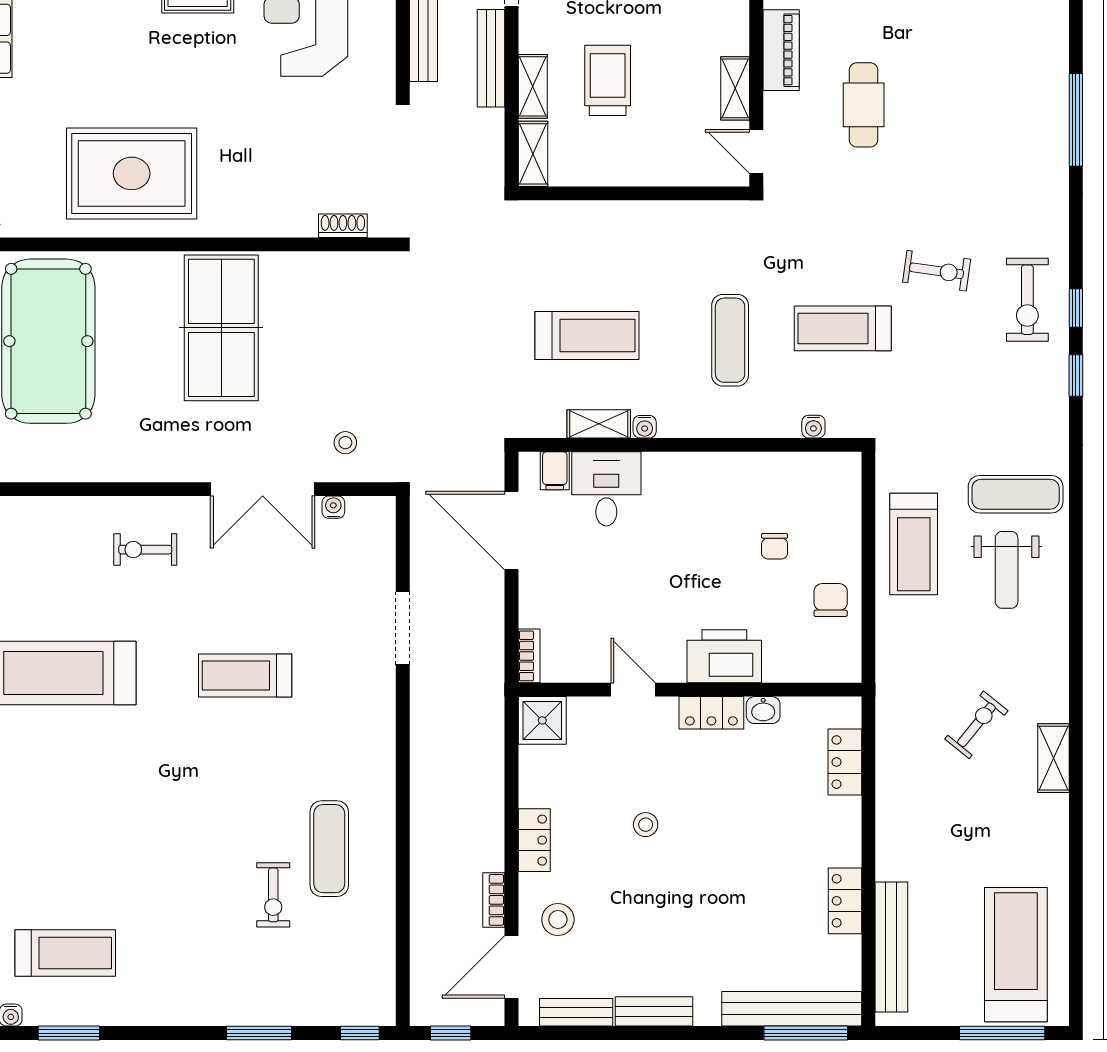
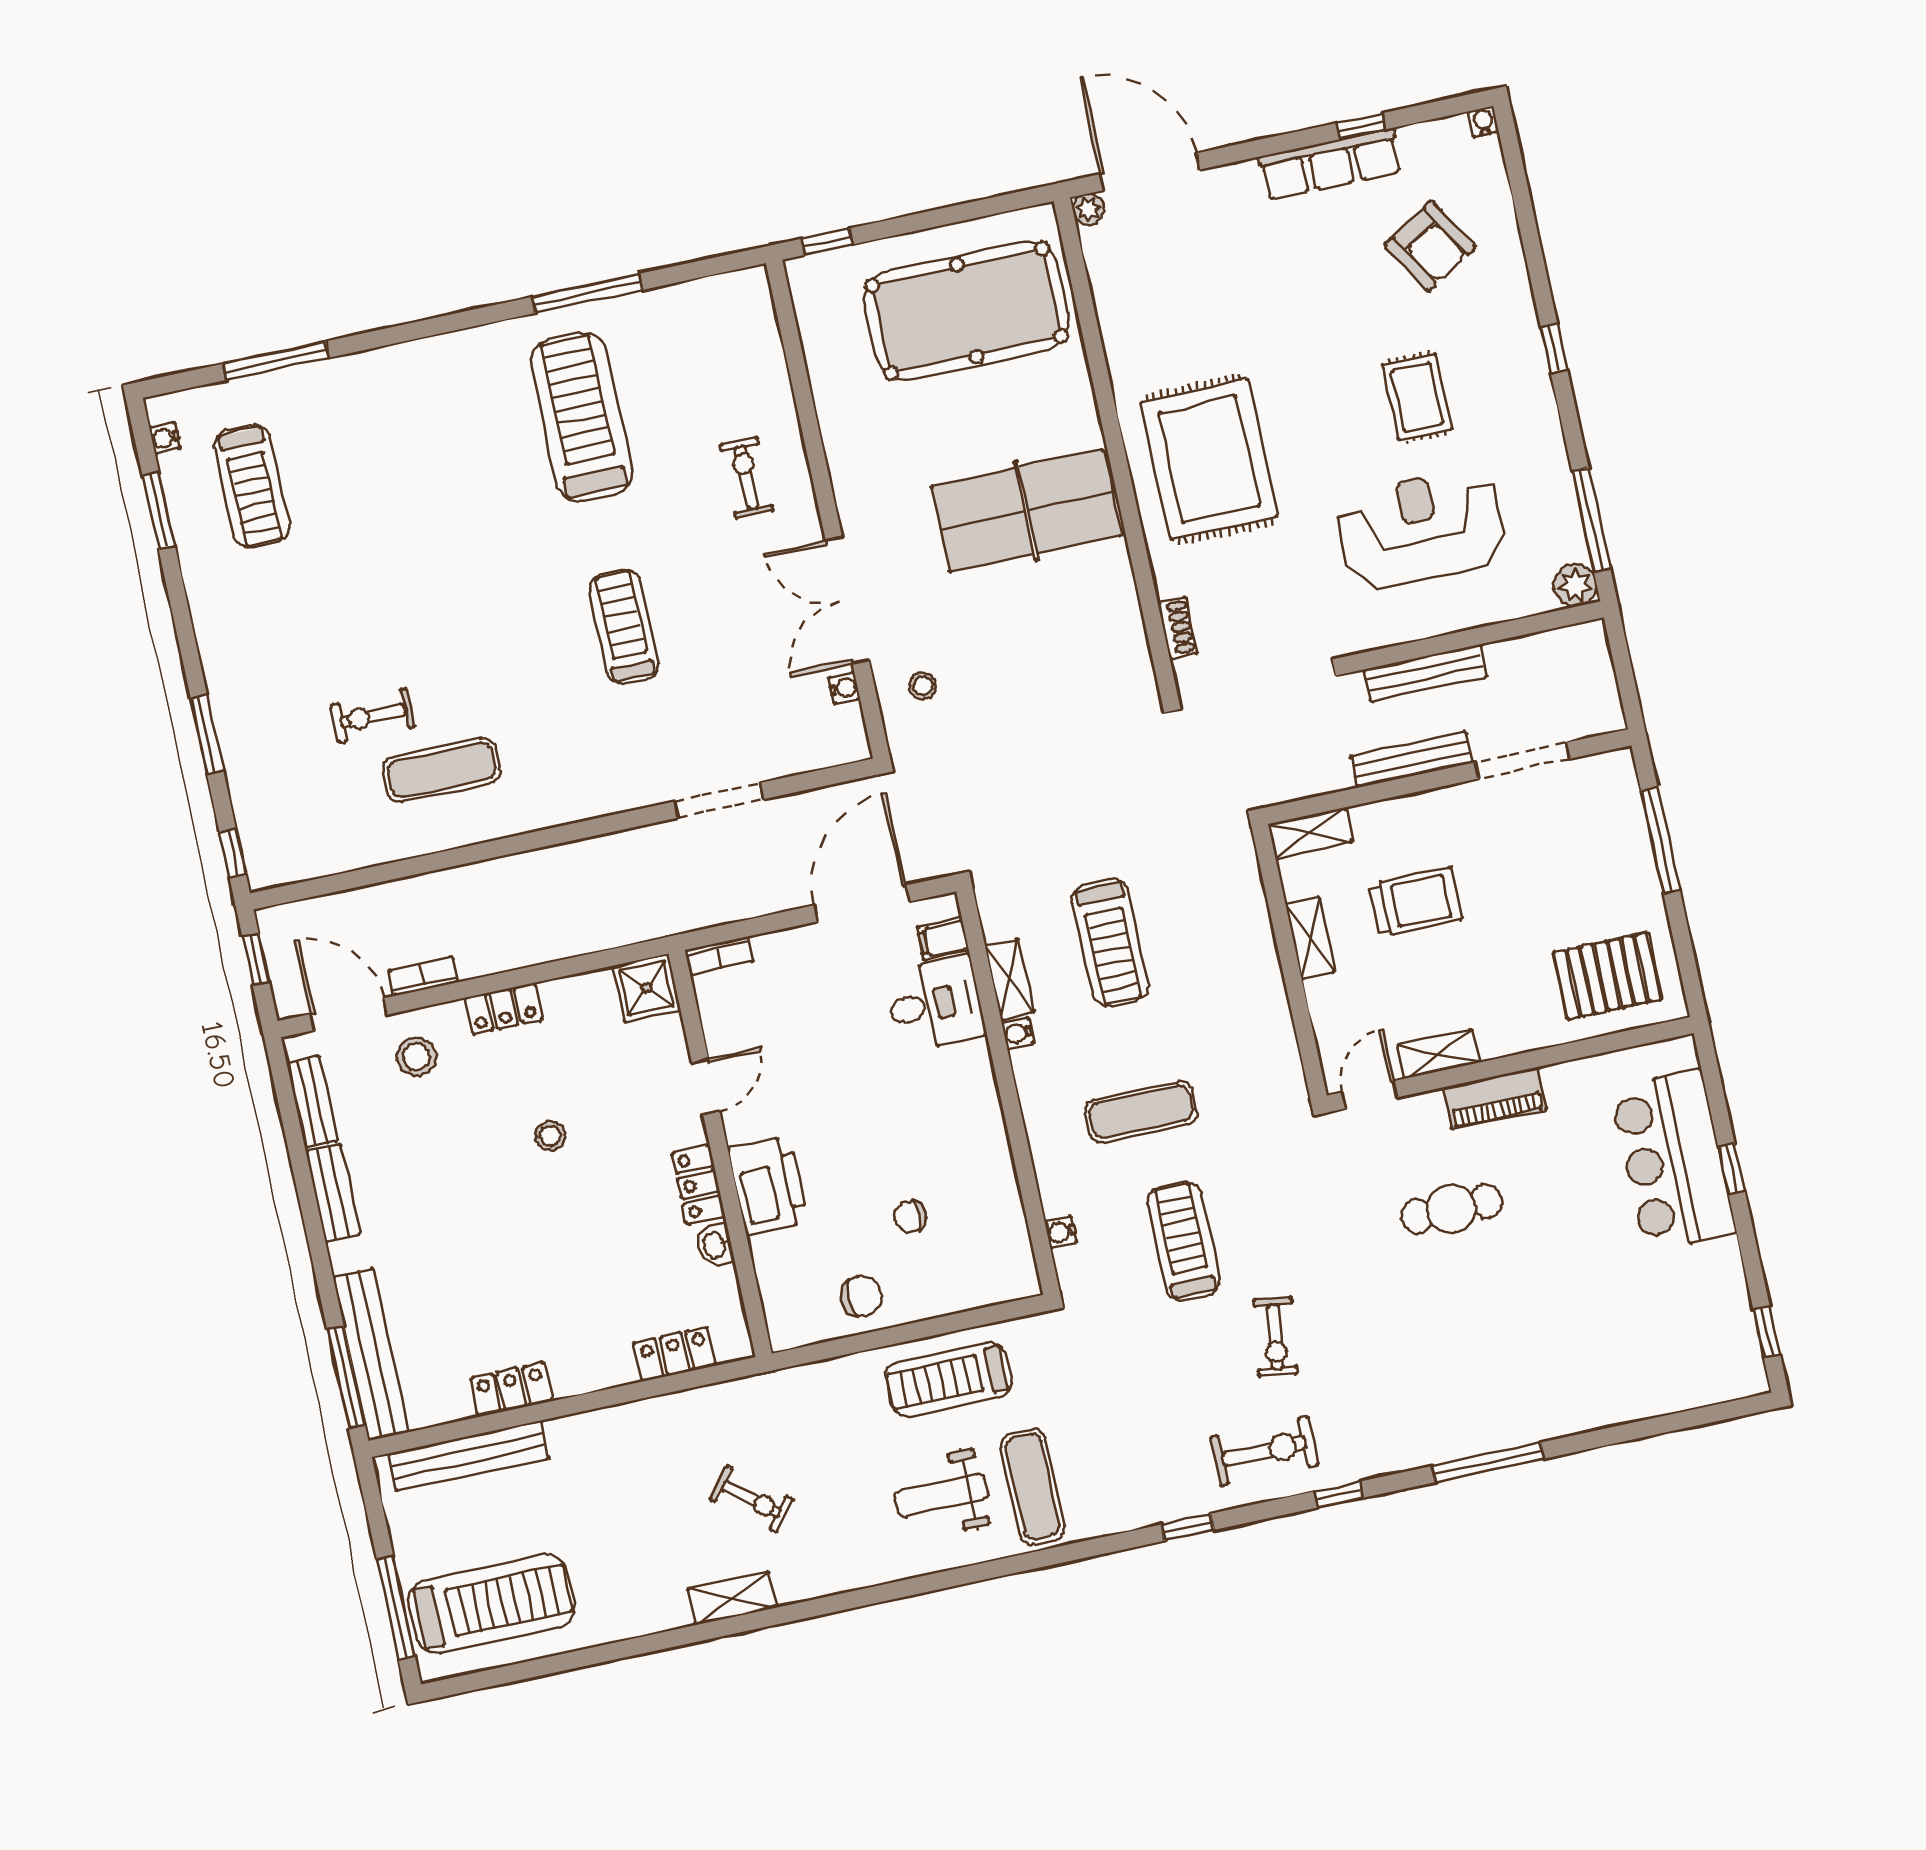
shelving: (533, 86) -> (1310, 938), moved, turned 90
rug: (132, 173) -> (1209, 459), moved
exercise bike: (1027, 300) -> (1264, 1451), turned 180
window: (1076, 308) -> (1339, 1495), moved

